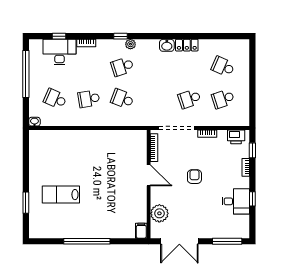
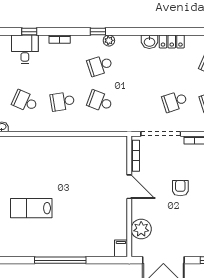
desk: (59, 52) -> (25, 49), width x0.73

